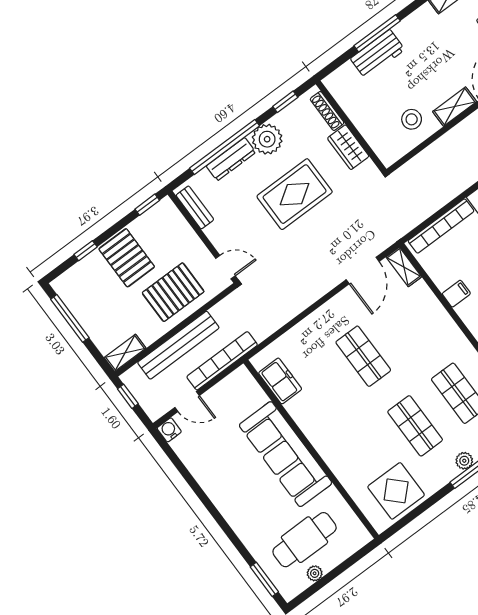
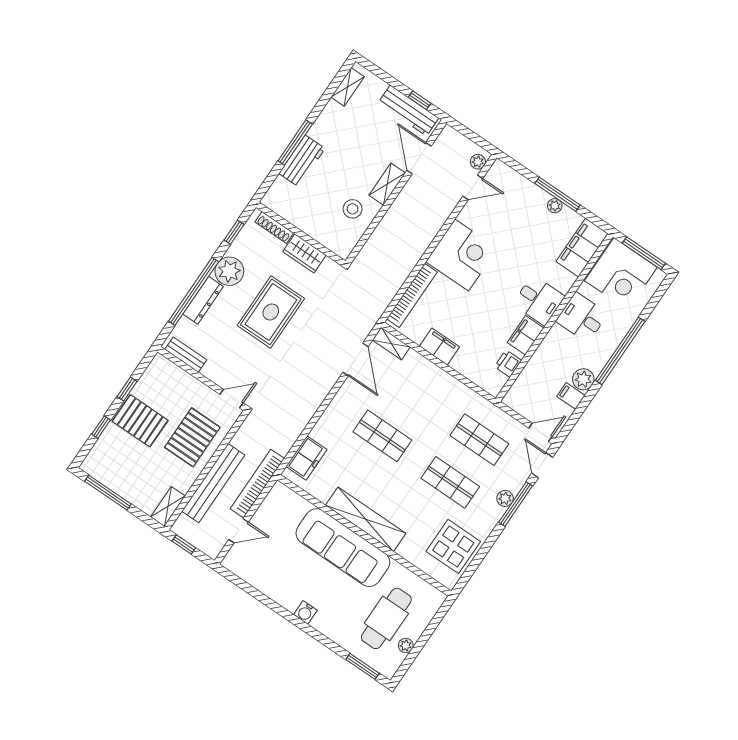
window: (147, 205) -> (127, 389), moved
filing cabinet: (456, 294) -> (439, 346), width x2.00
freezer: (280, 381) -> (306, 458), moved, turned 90
water cooler: (169, 430) -> (305, 612), moved, turned -90
shelving: (318, 434) -> (366, 519), added

